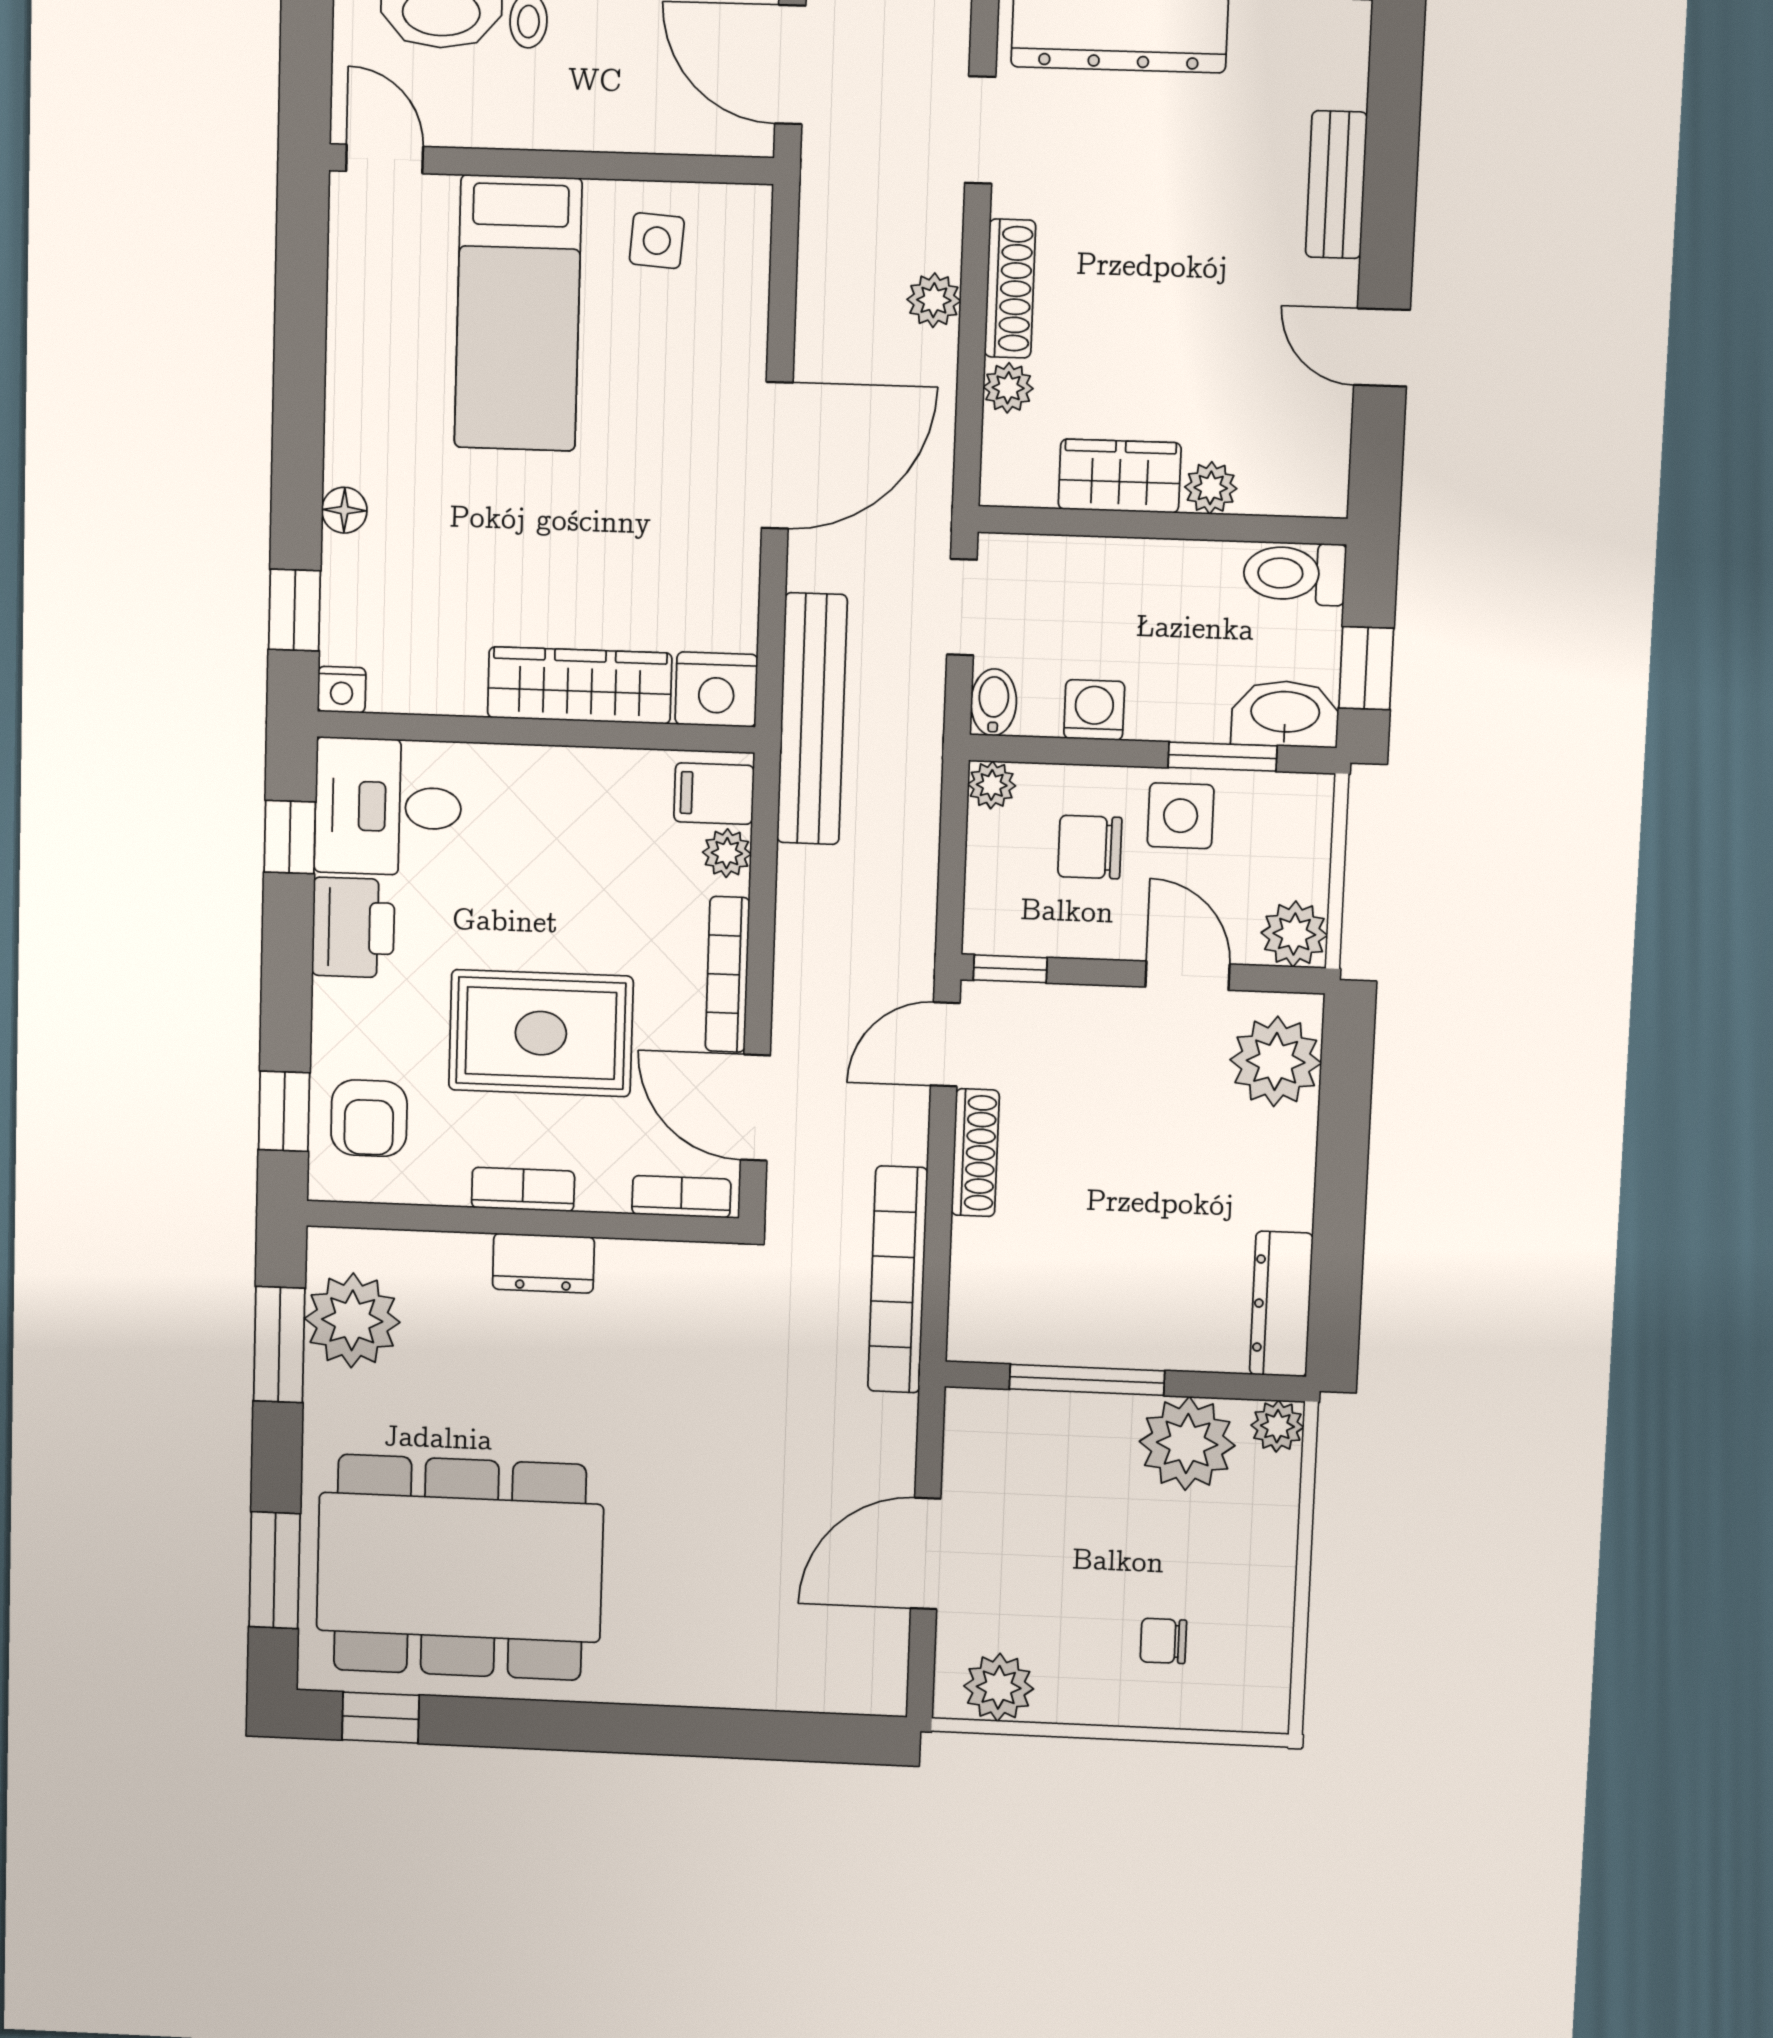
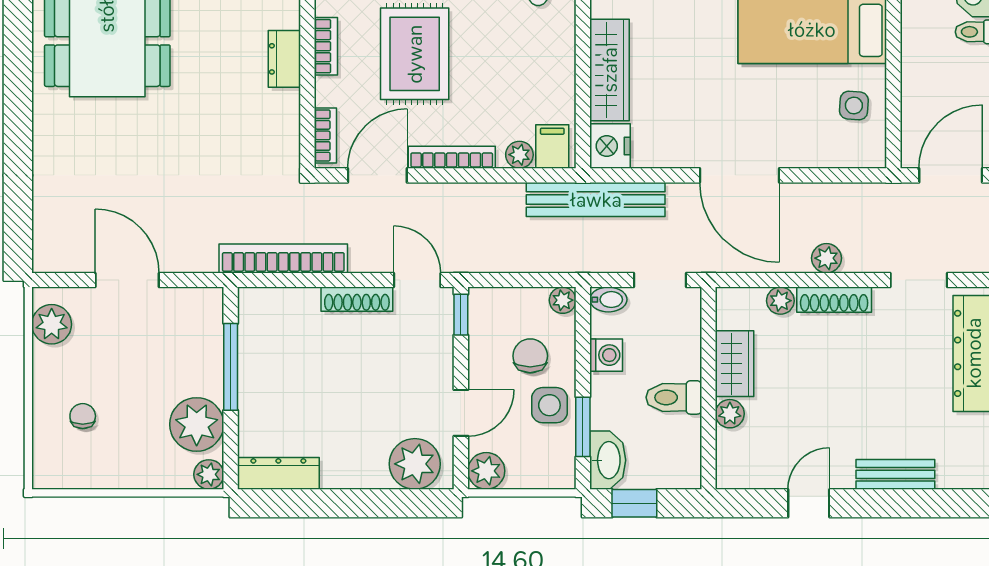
toilet: (1295, 574) -> (674, 397), moved, turned -90

